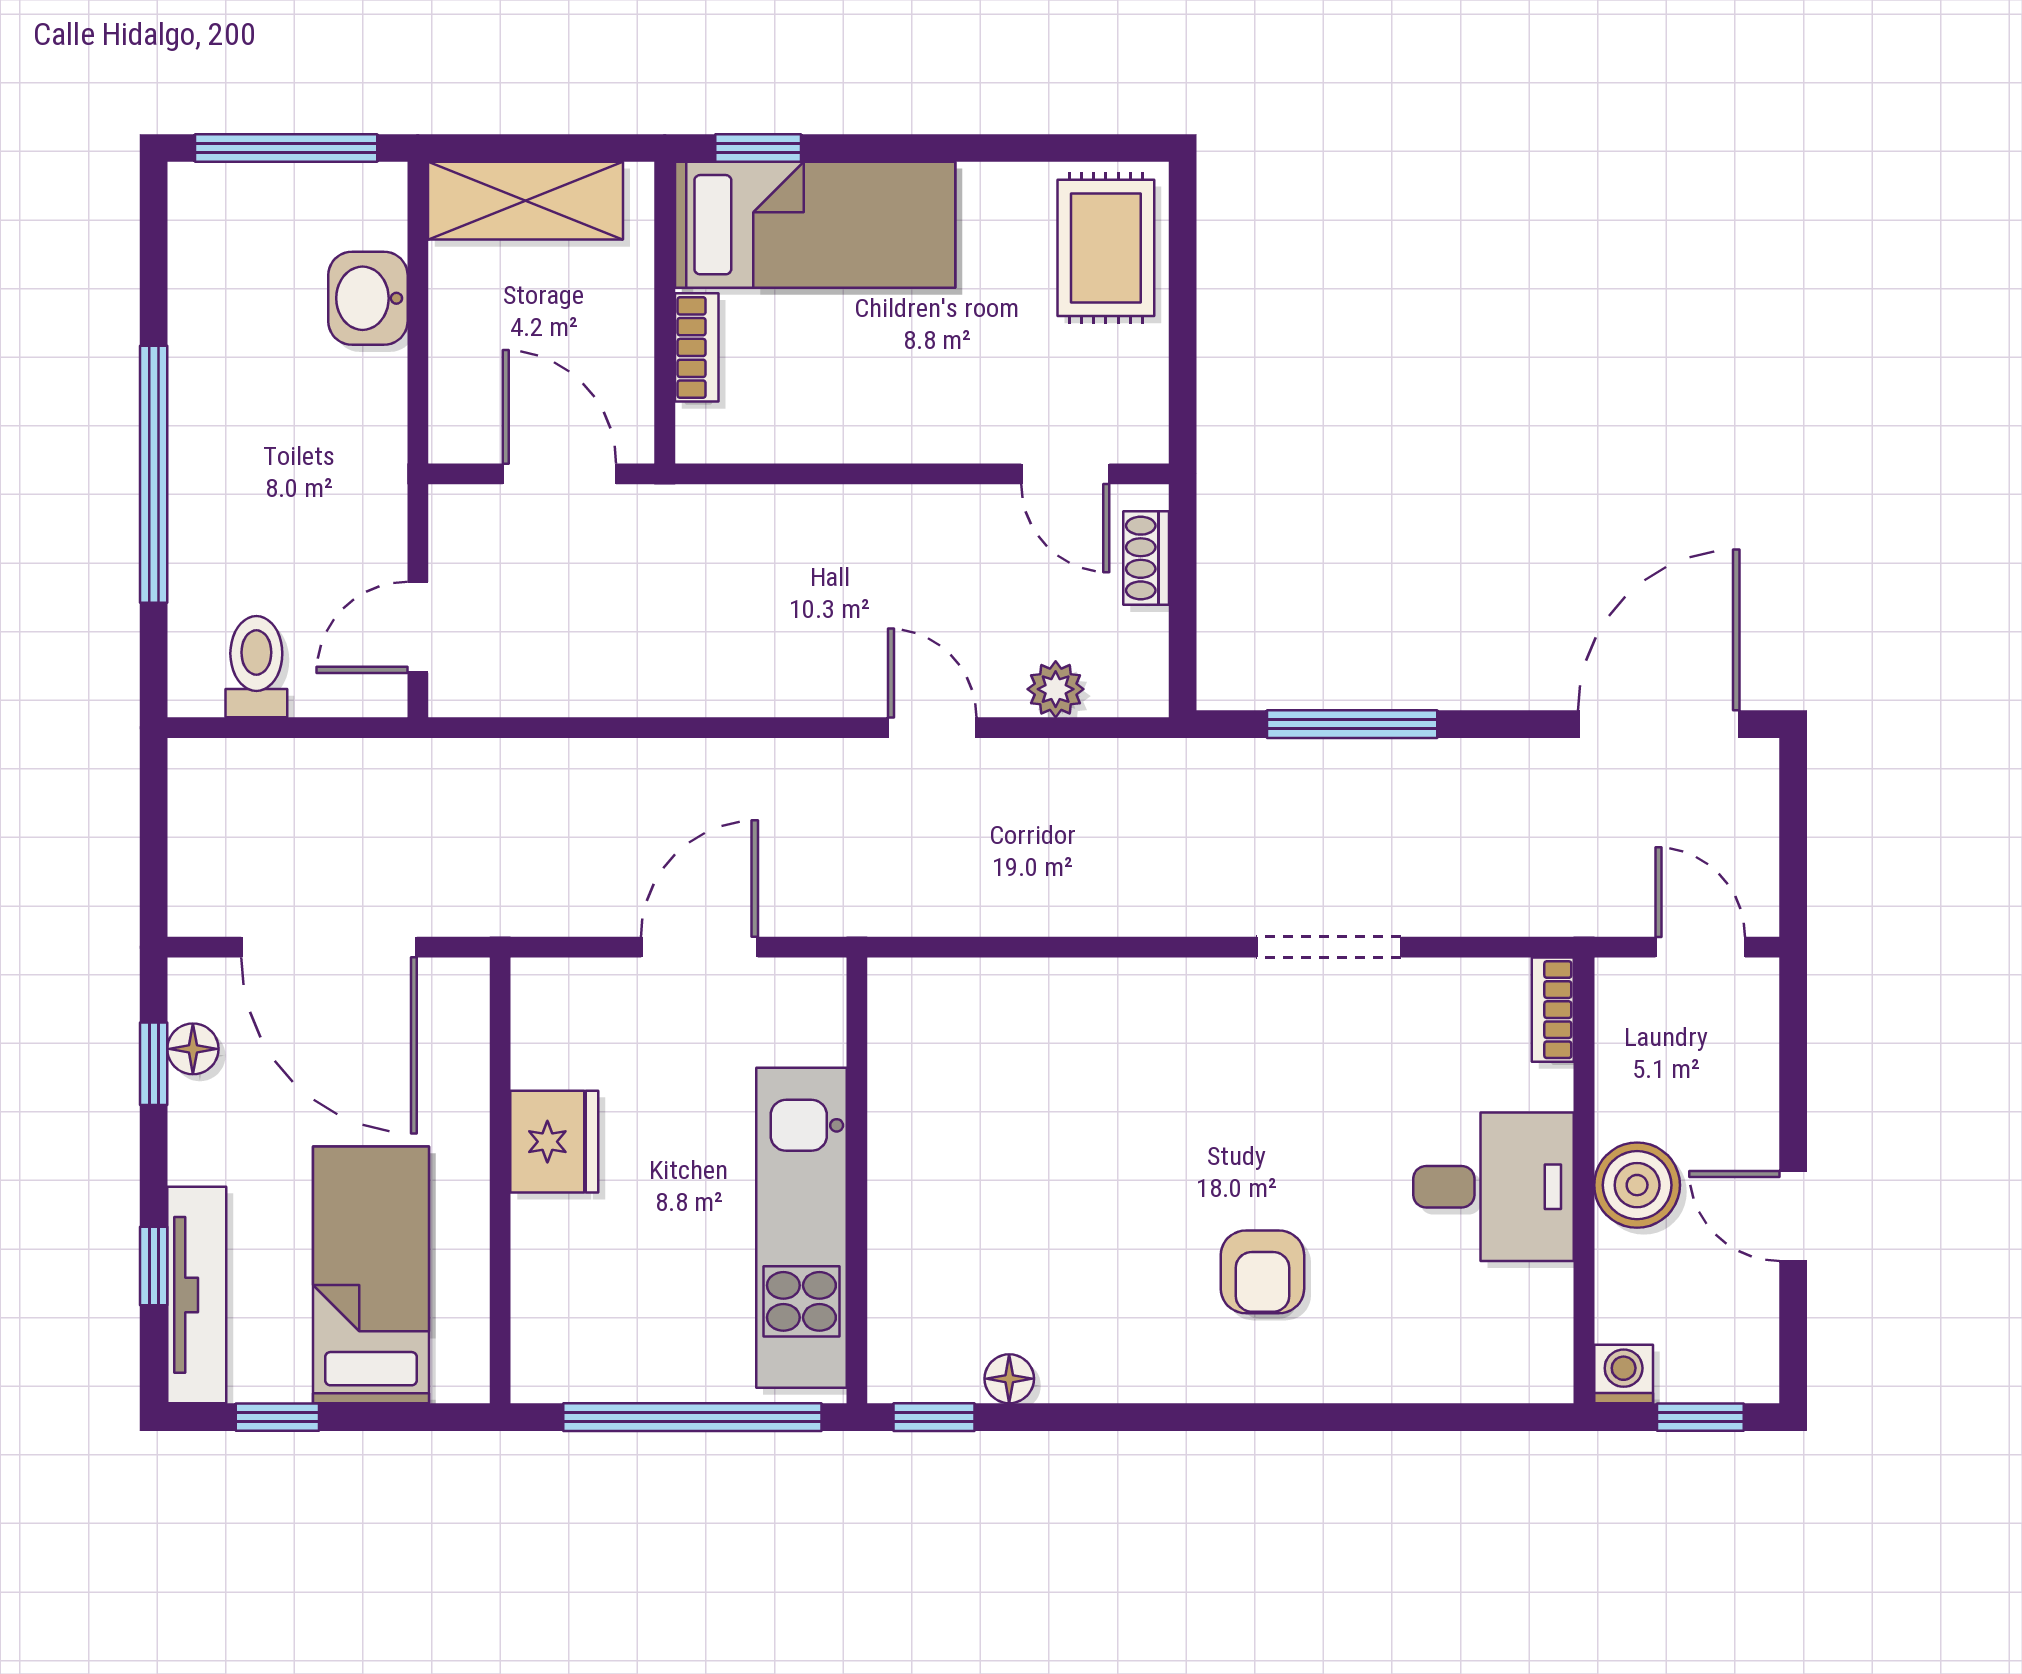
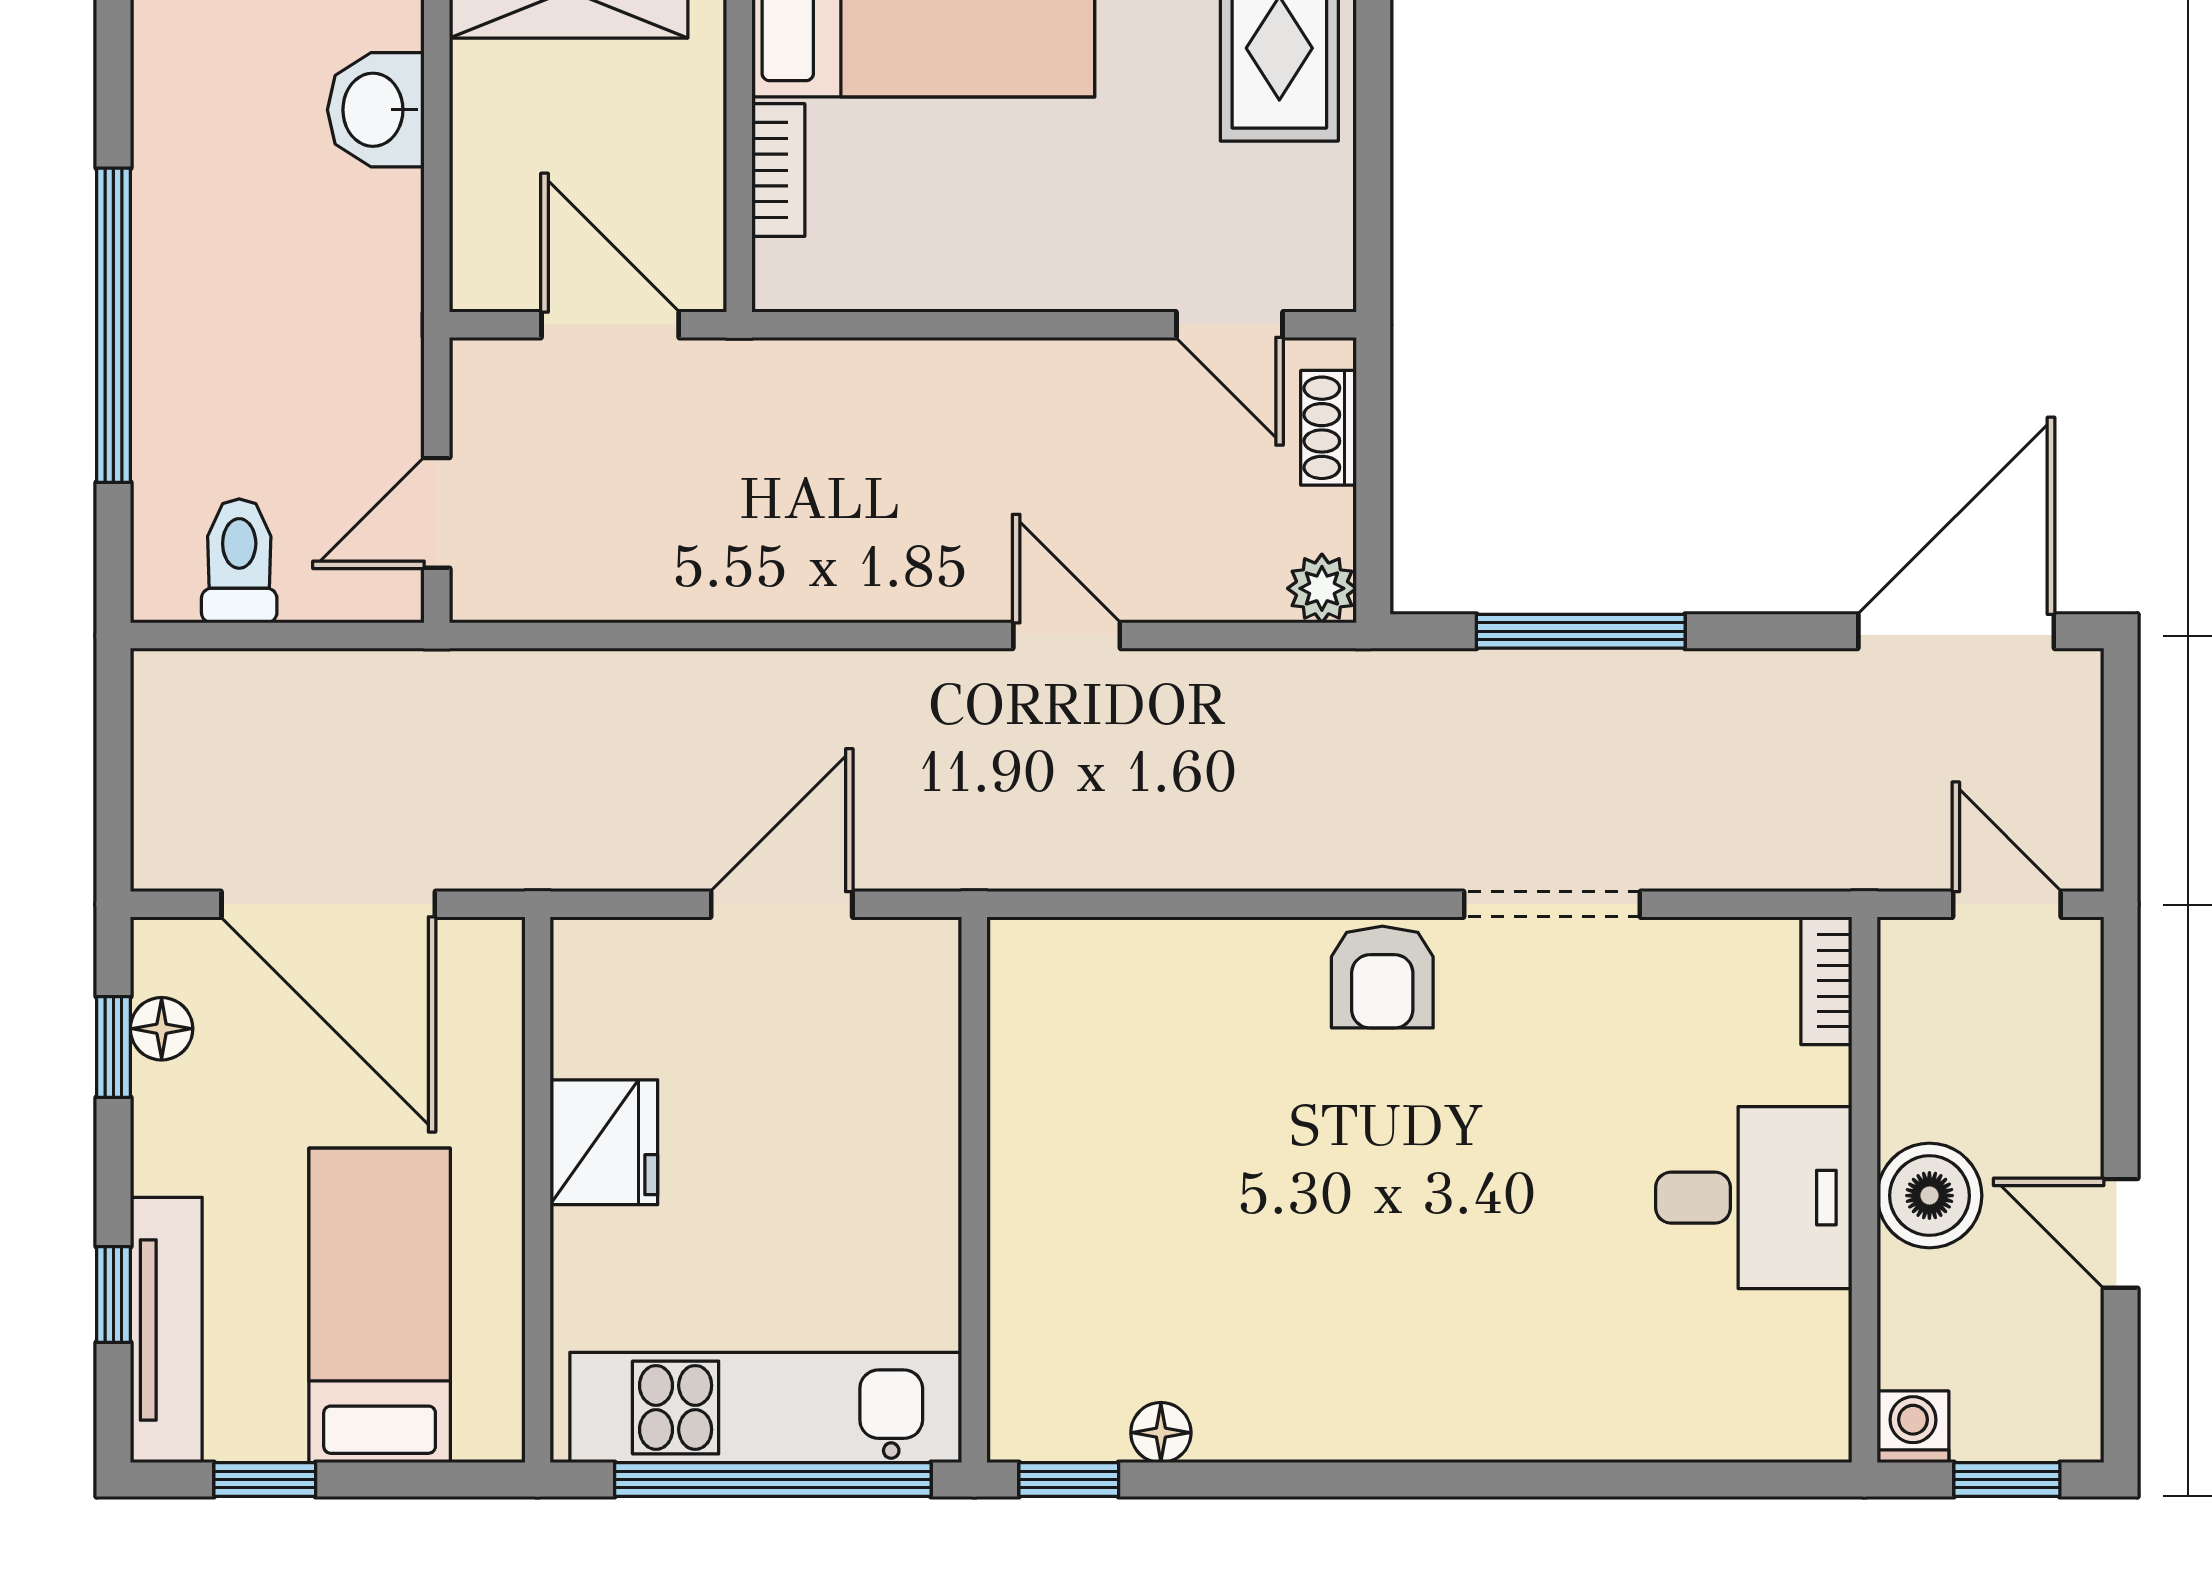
plant: (1056, 689) -> (1322, 588), moved
kitchen unit: (801, 1228) -> (766, 1407), moved, turned 90
armchair: (1262, 1272) -> (1382, 977), moved

